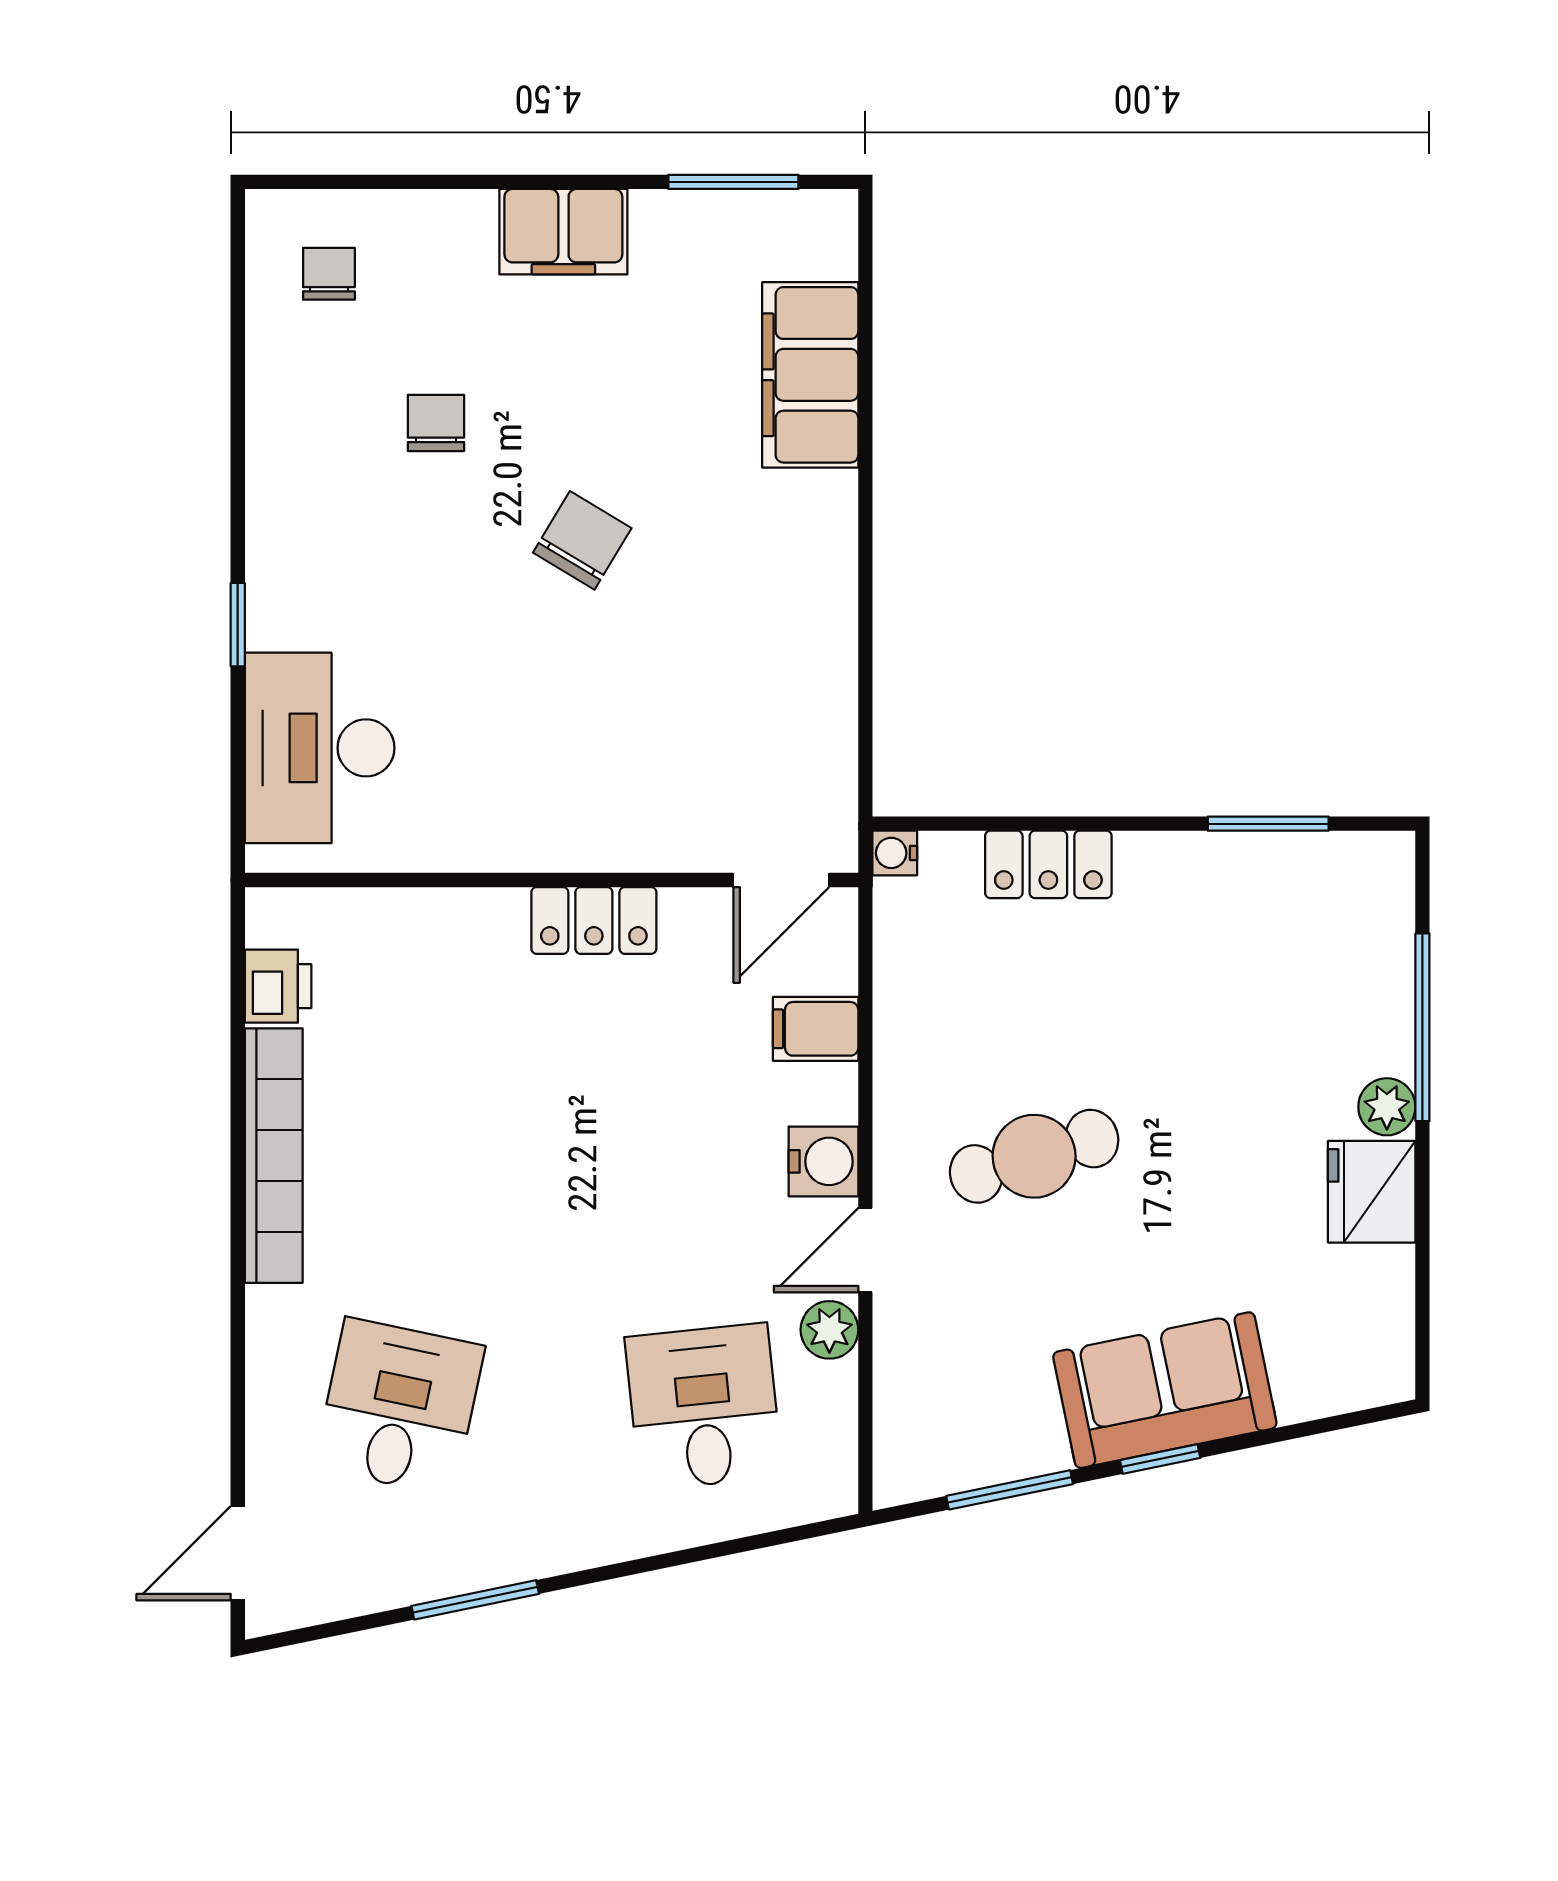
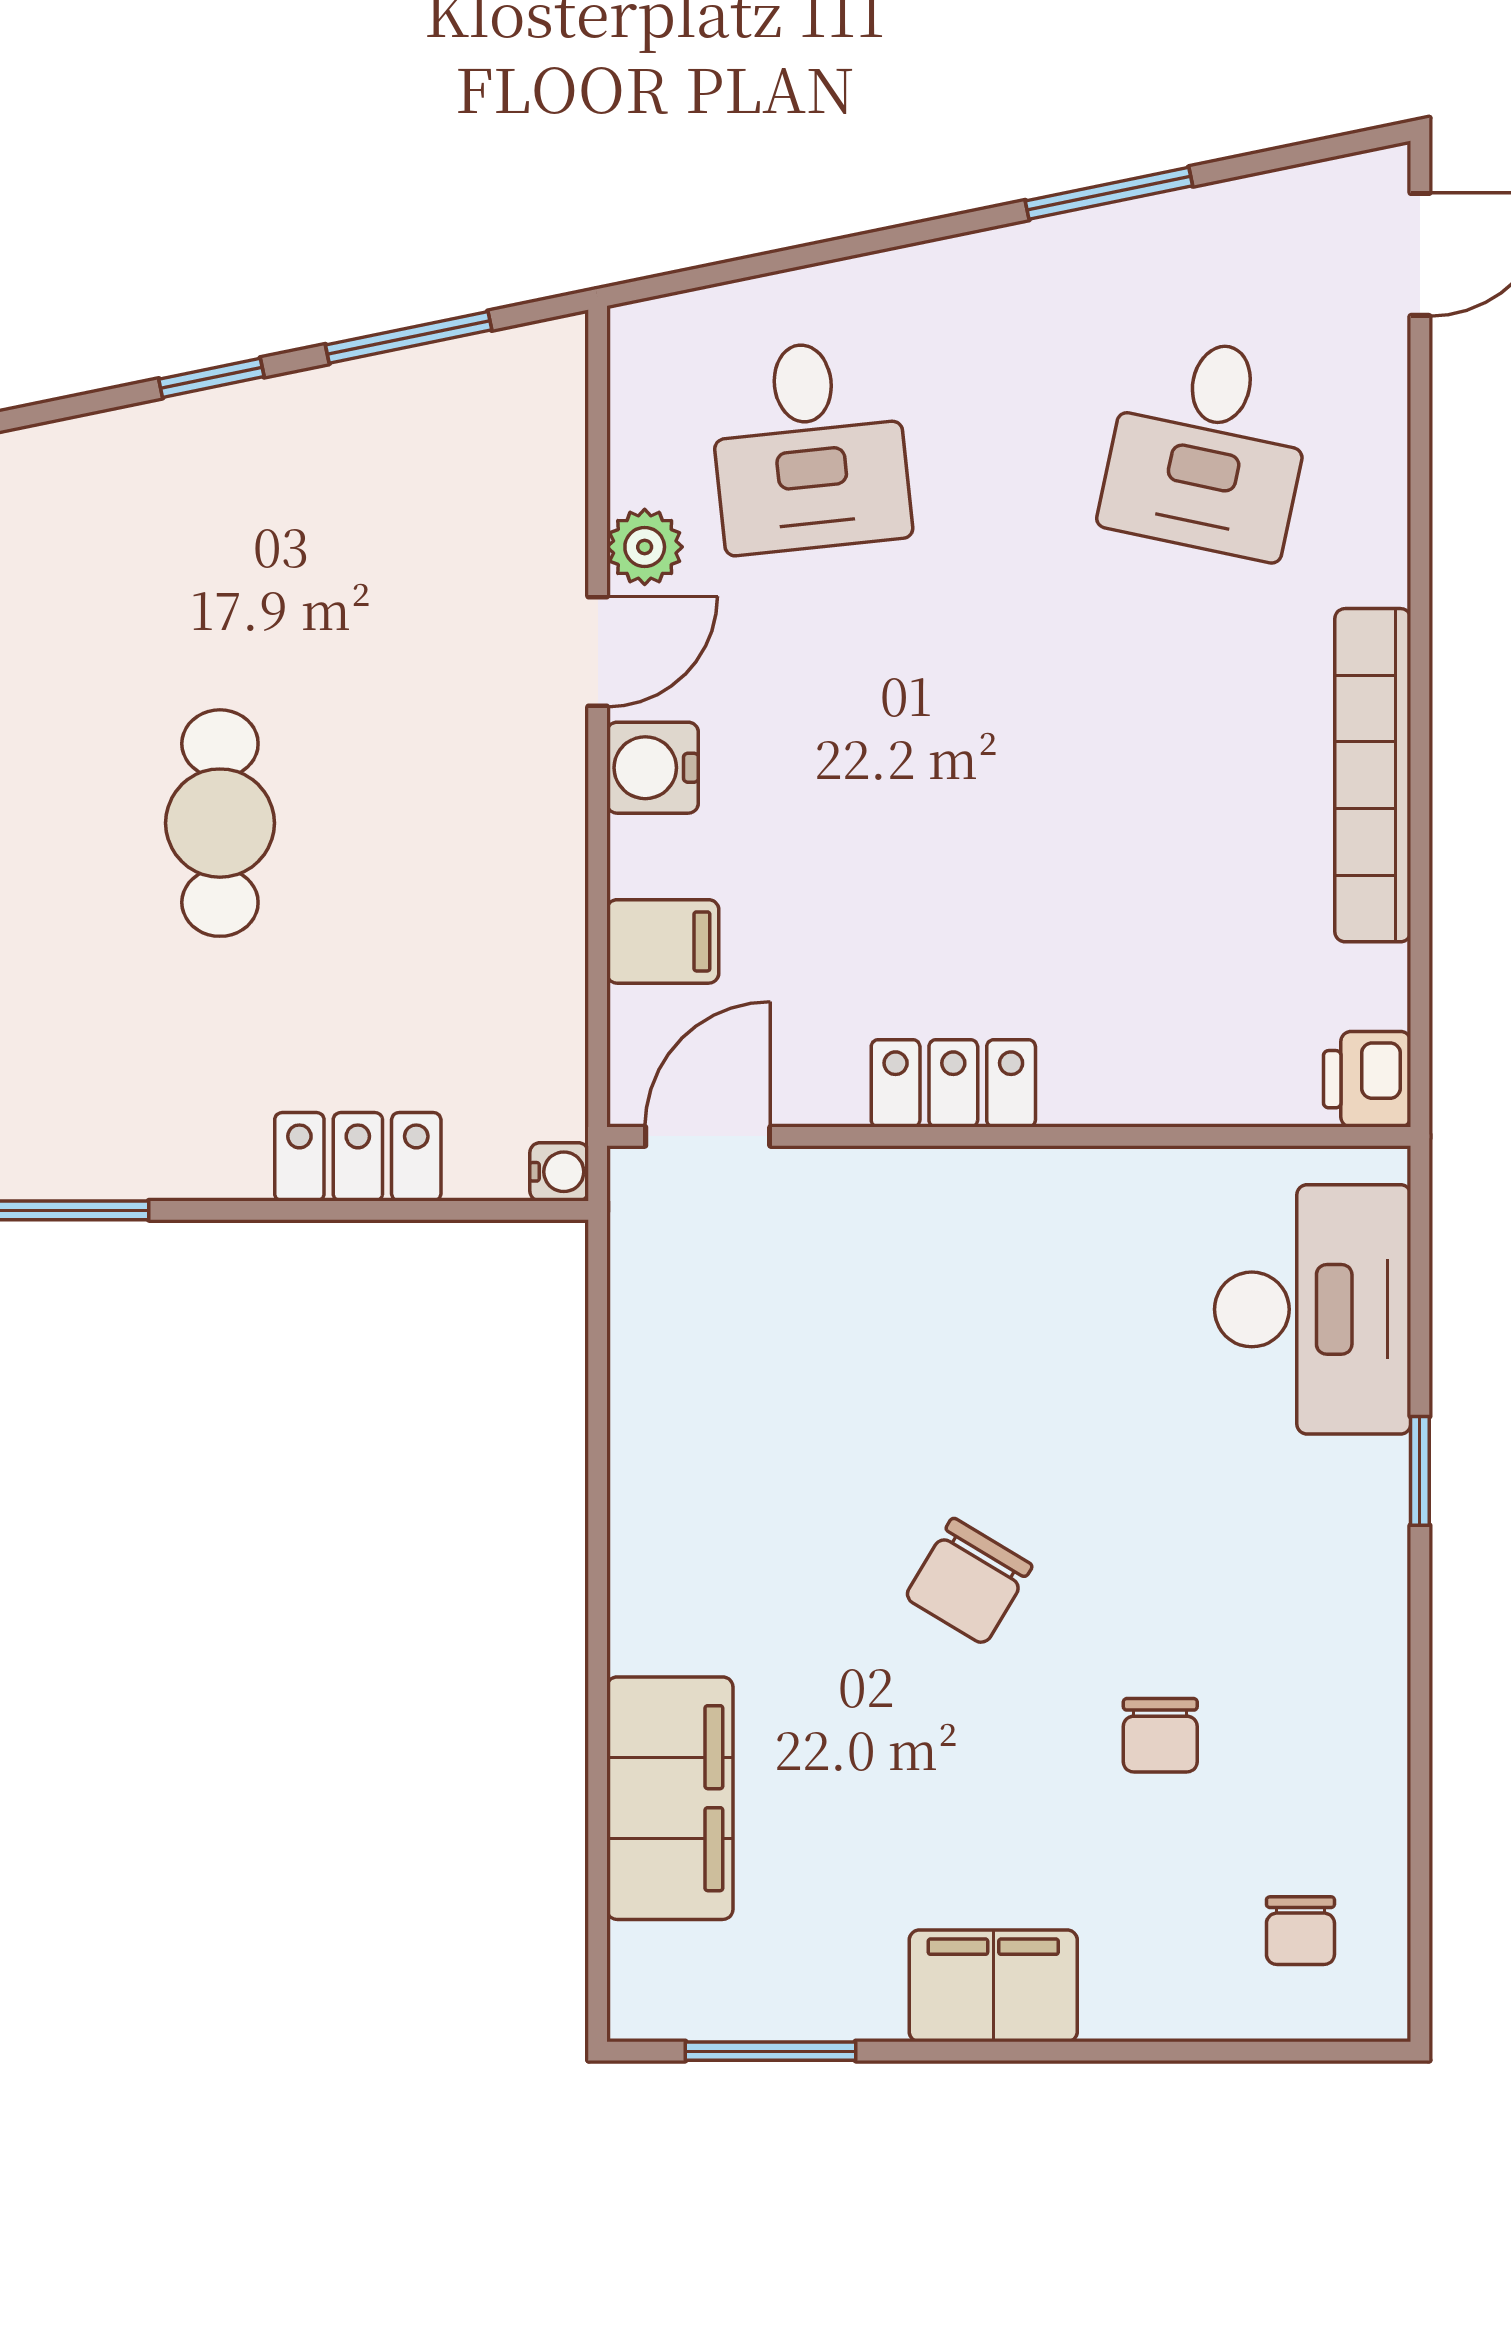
printer: (278, 986) -> (1367, 1079), moved
cafe table: (1034, 1156) -> (220, 823), moved, turned -73
sofa: (1165, 1390) -> (205, 468), removed

